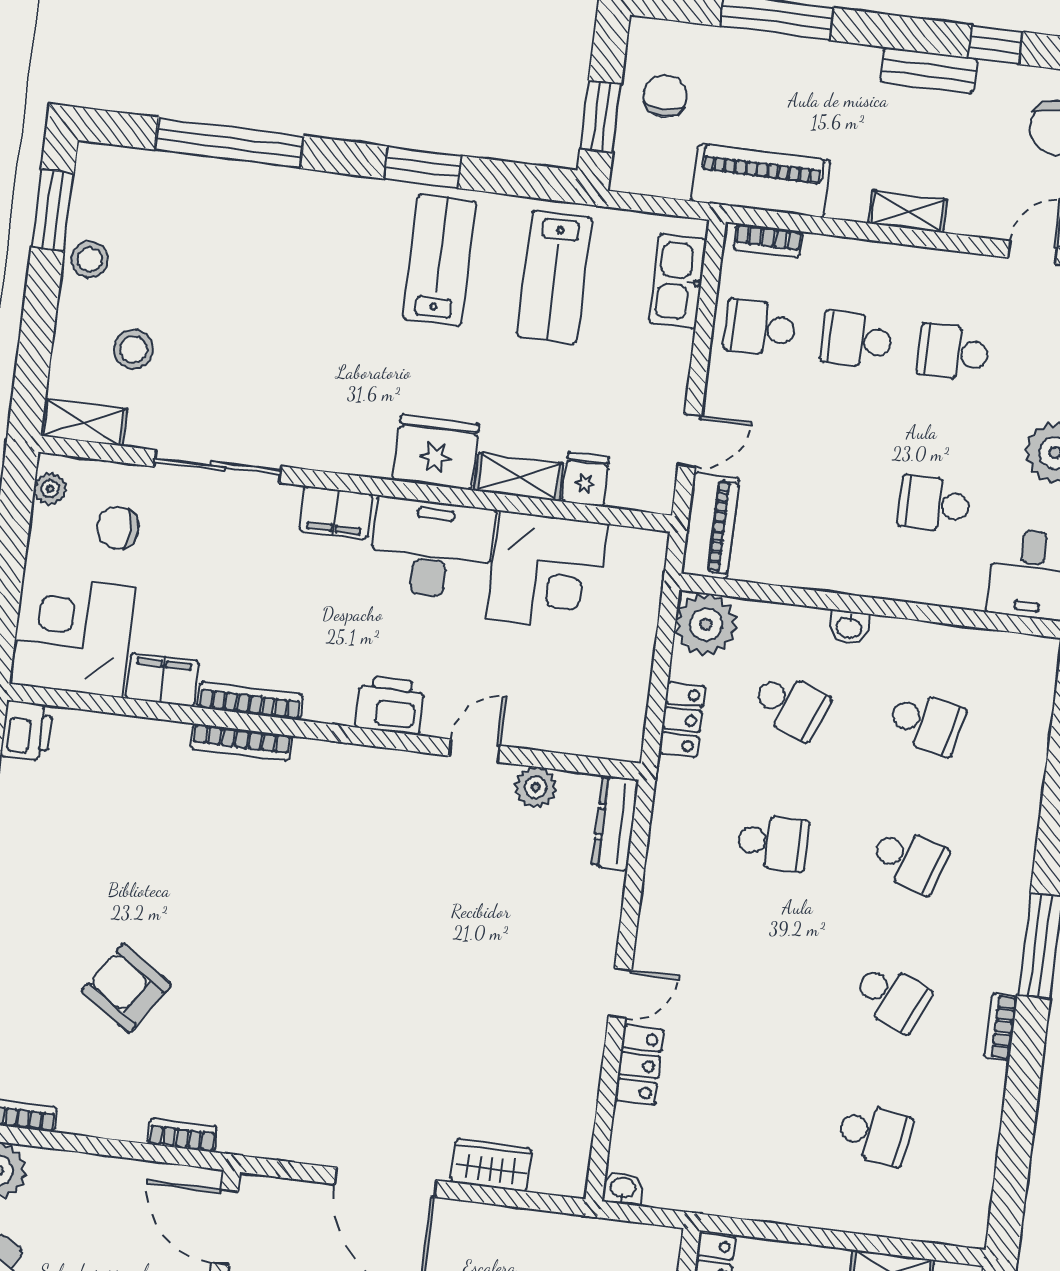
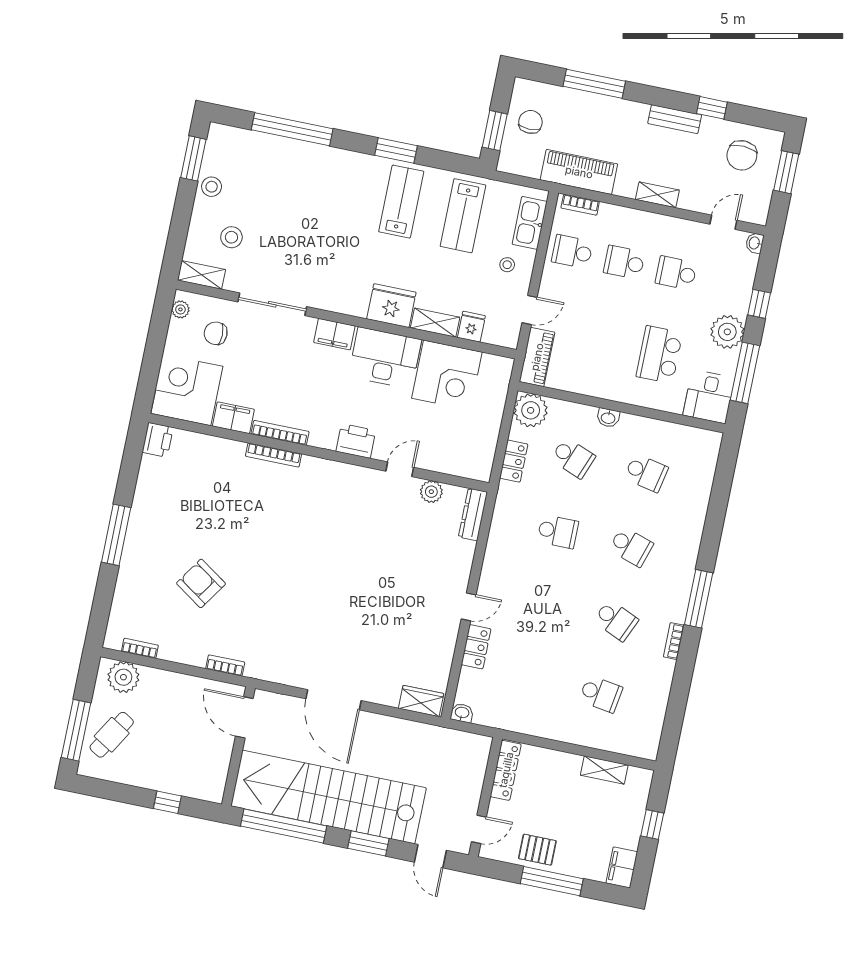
stool: (642, 361) -> (507, 265), added
school desk: (934, 504) -> (659, 355), width x1.85
wardrobe: (491, 1165) -> (421, 701), moved

